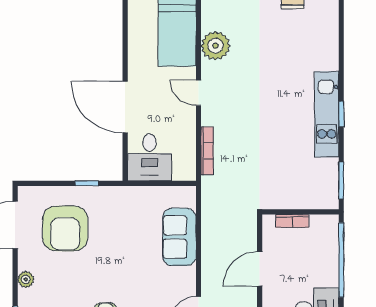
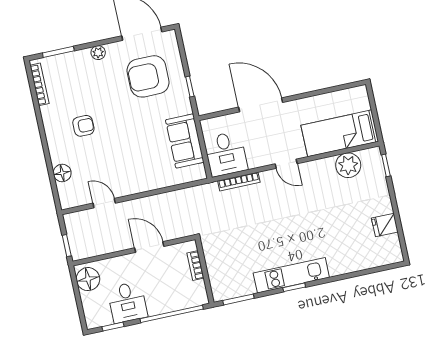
plant: (215, 46) -> (348, 165), moved
door: (199, 93) -> (286, 164), swing flipped
door: (125, 107) -> (261, 105), hinge flipped
desk: (150, 157) -> (226, 154), moved, turned -90
sofa: (179, 237) -> (185, 141), moved, turned -90

